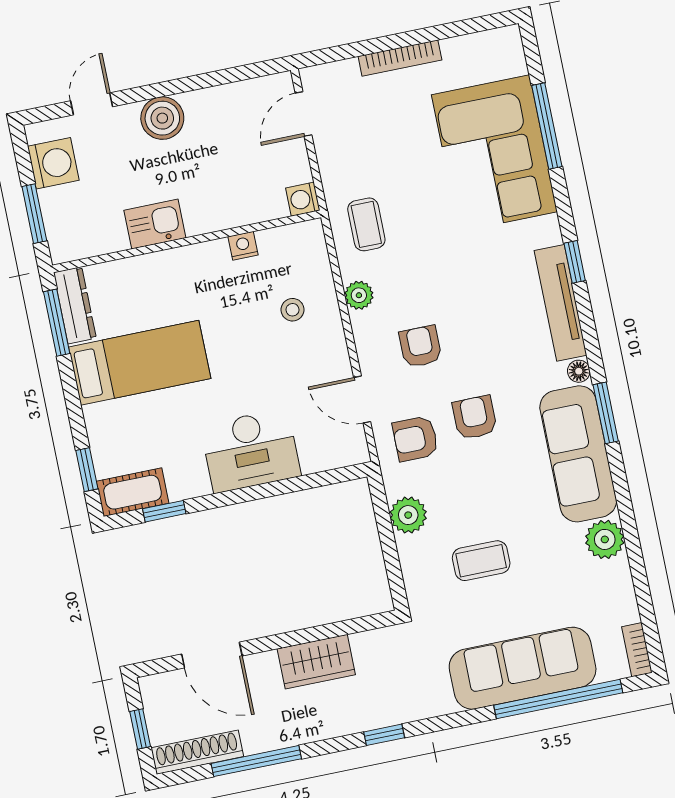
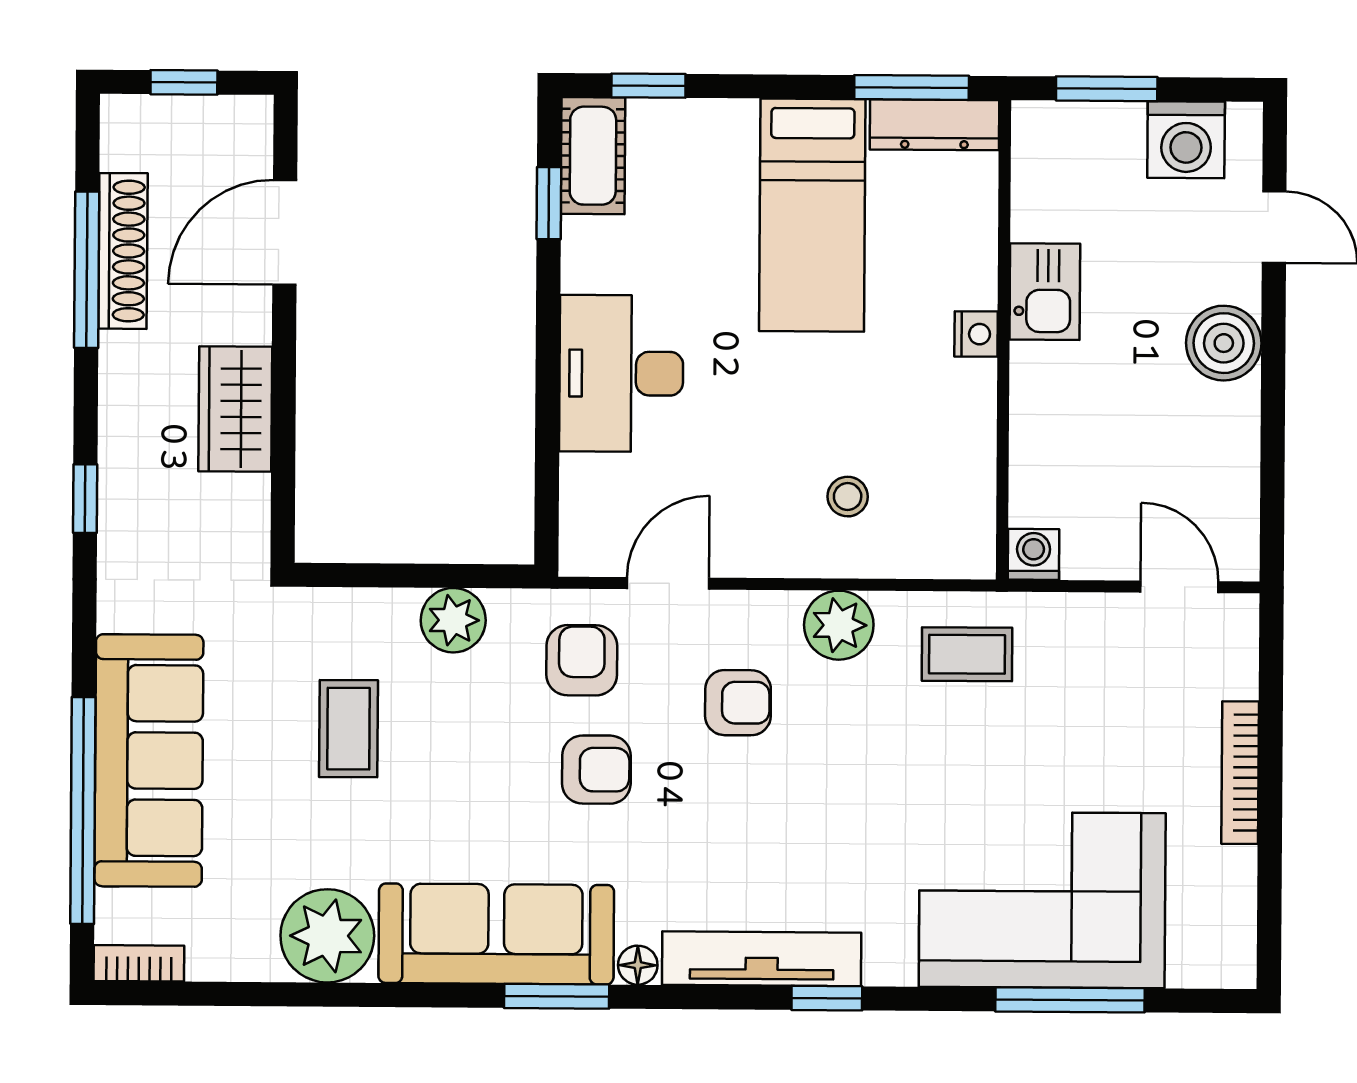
nightstand: (243, 246) -> (976, 334), moved
plant: (359, 295) -> (839, 625), width x1.38, depth x1.38
plant: (605, 539) -> (327, 936), width x1.36, depth x1.36
shoe rack: (197, 752) -> (123, 251), moved

